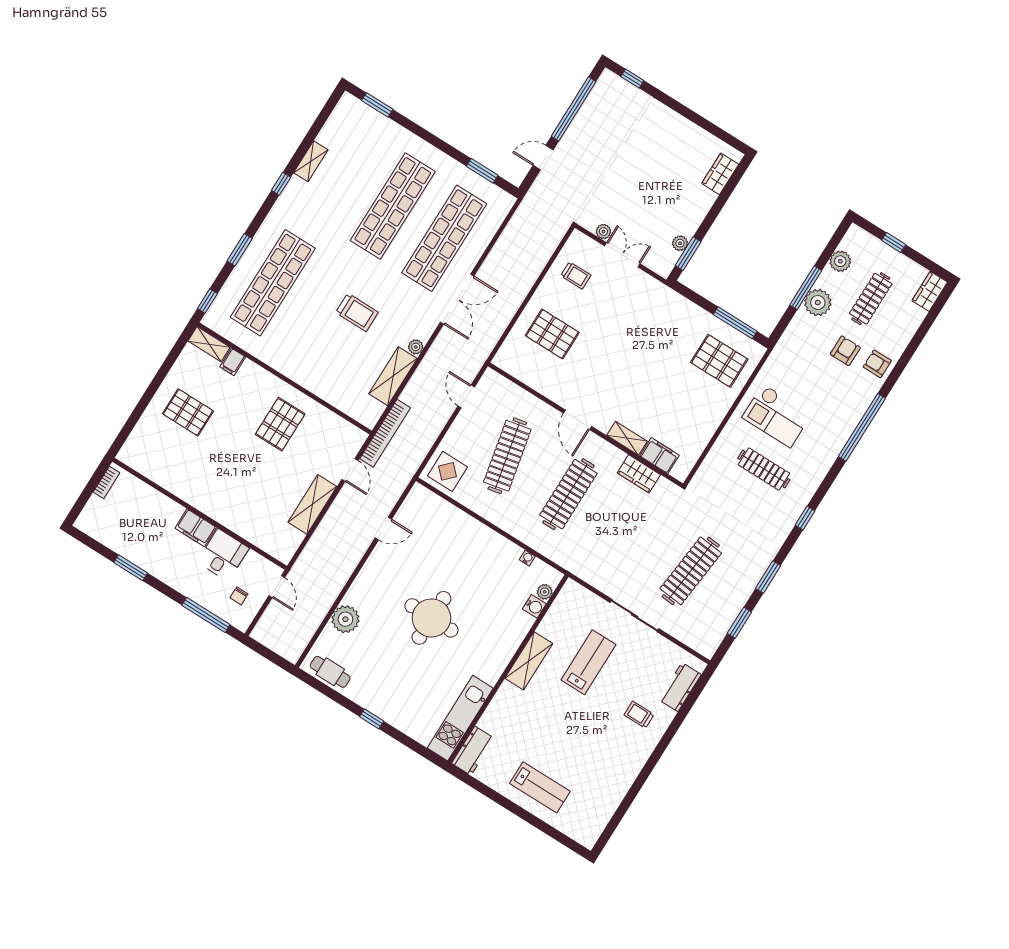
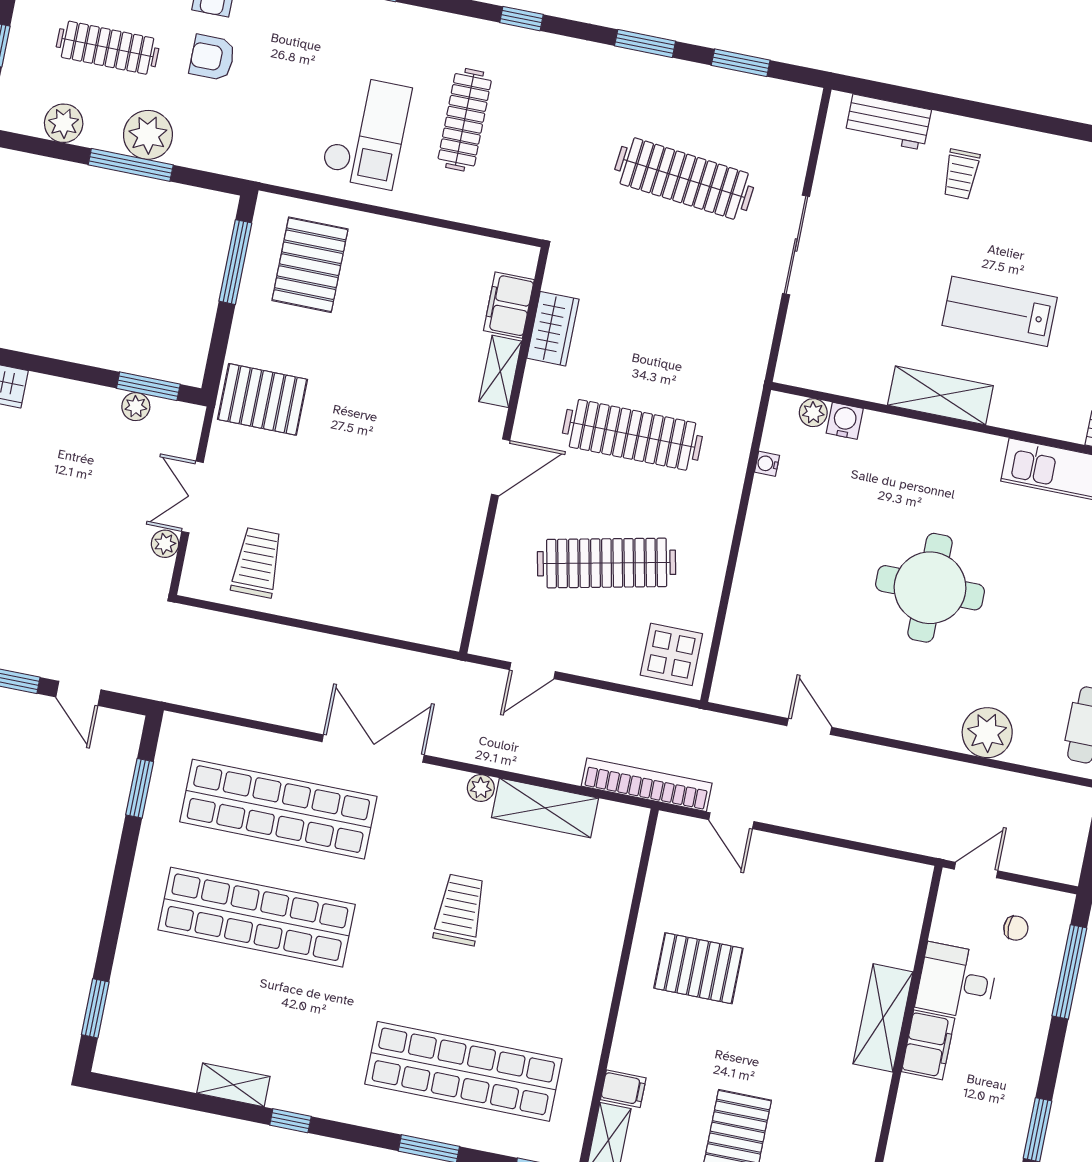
trolley: (576, 275) -> (257, 563), width x1.36, depth x1.39
pallet: (552, 334) -> (263, 399), moved, turned 90
door: (350, 470) -> (731, 821), swing flipped
shelving: (312, 504) -> (883, 1018), moved, turned 90
lab bench: (588, 662) -> (1000, 311), moved

